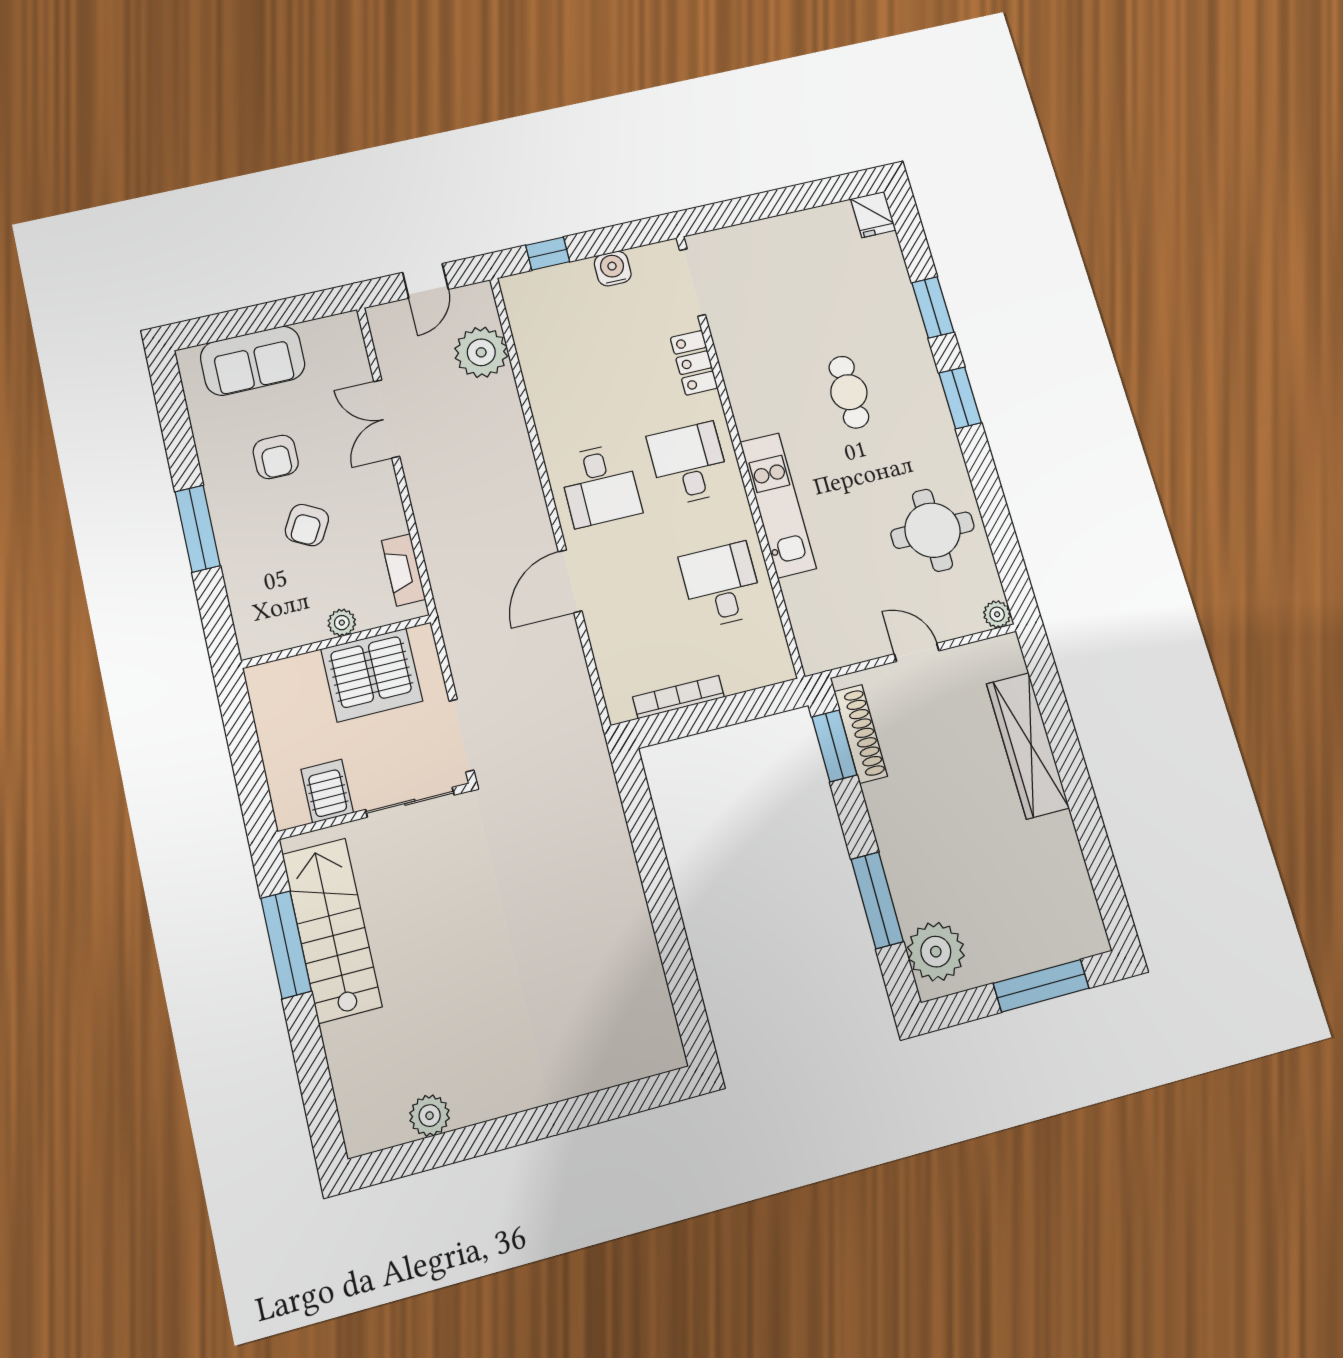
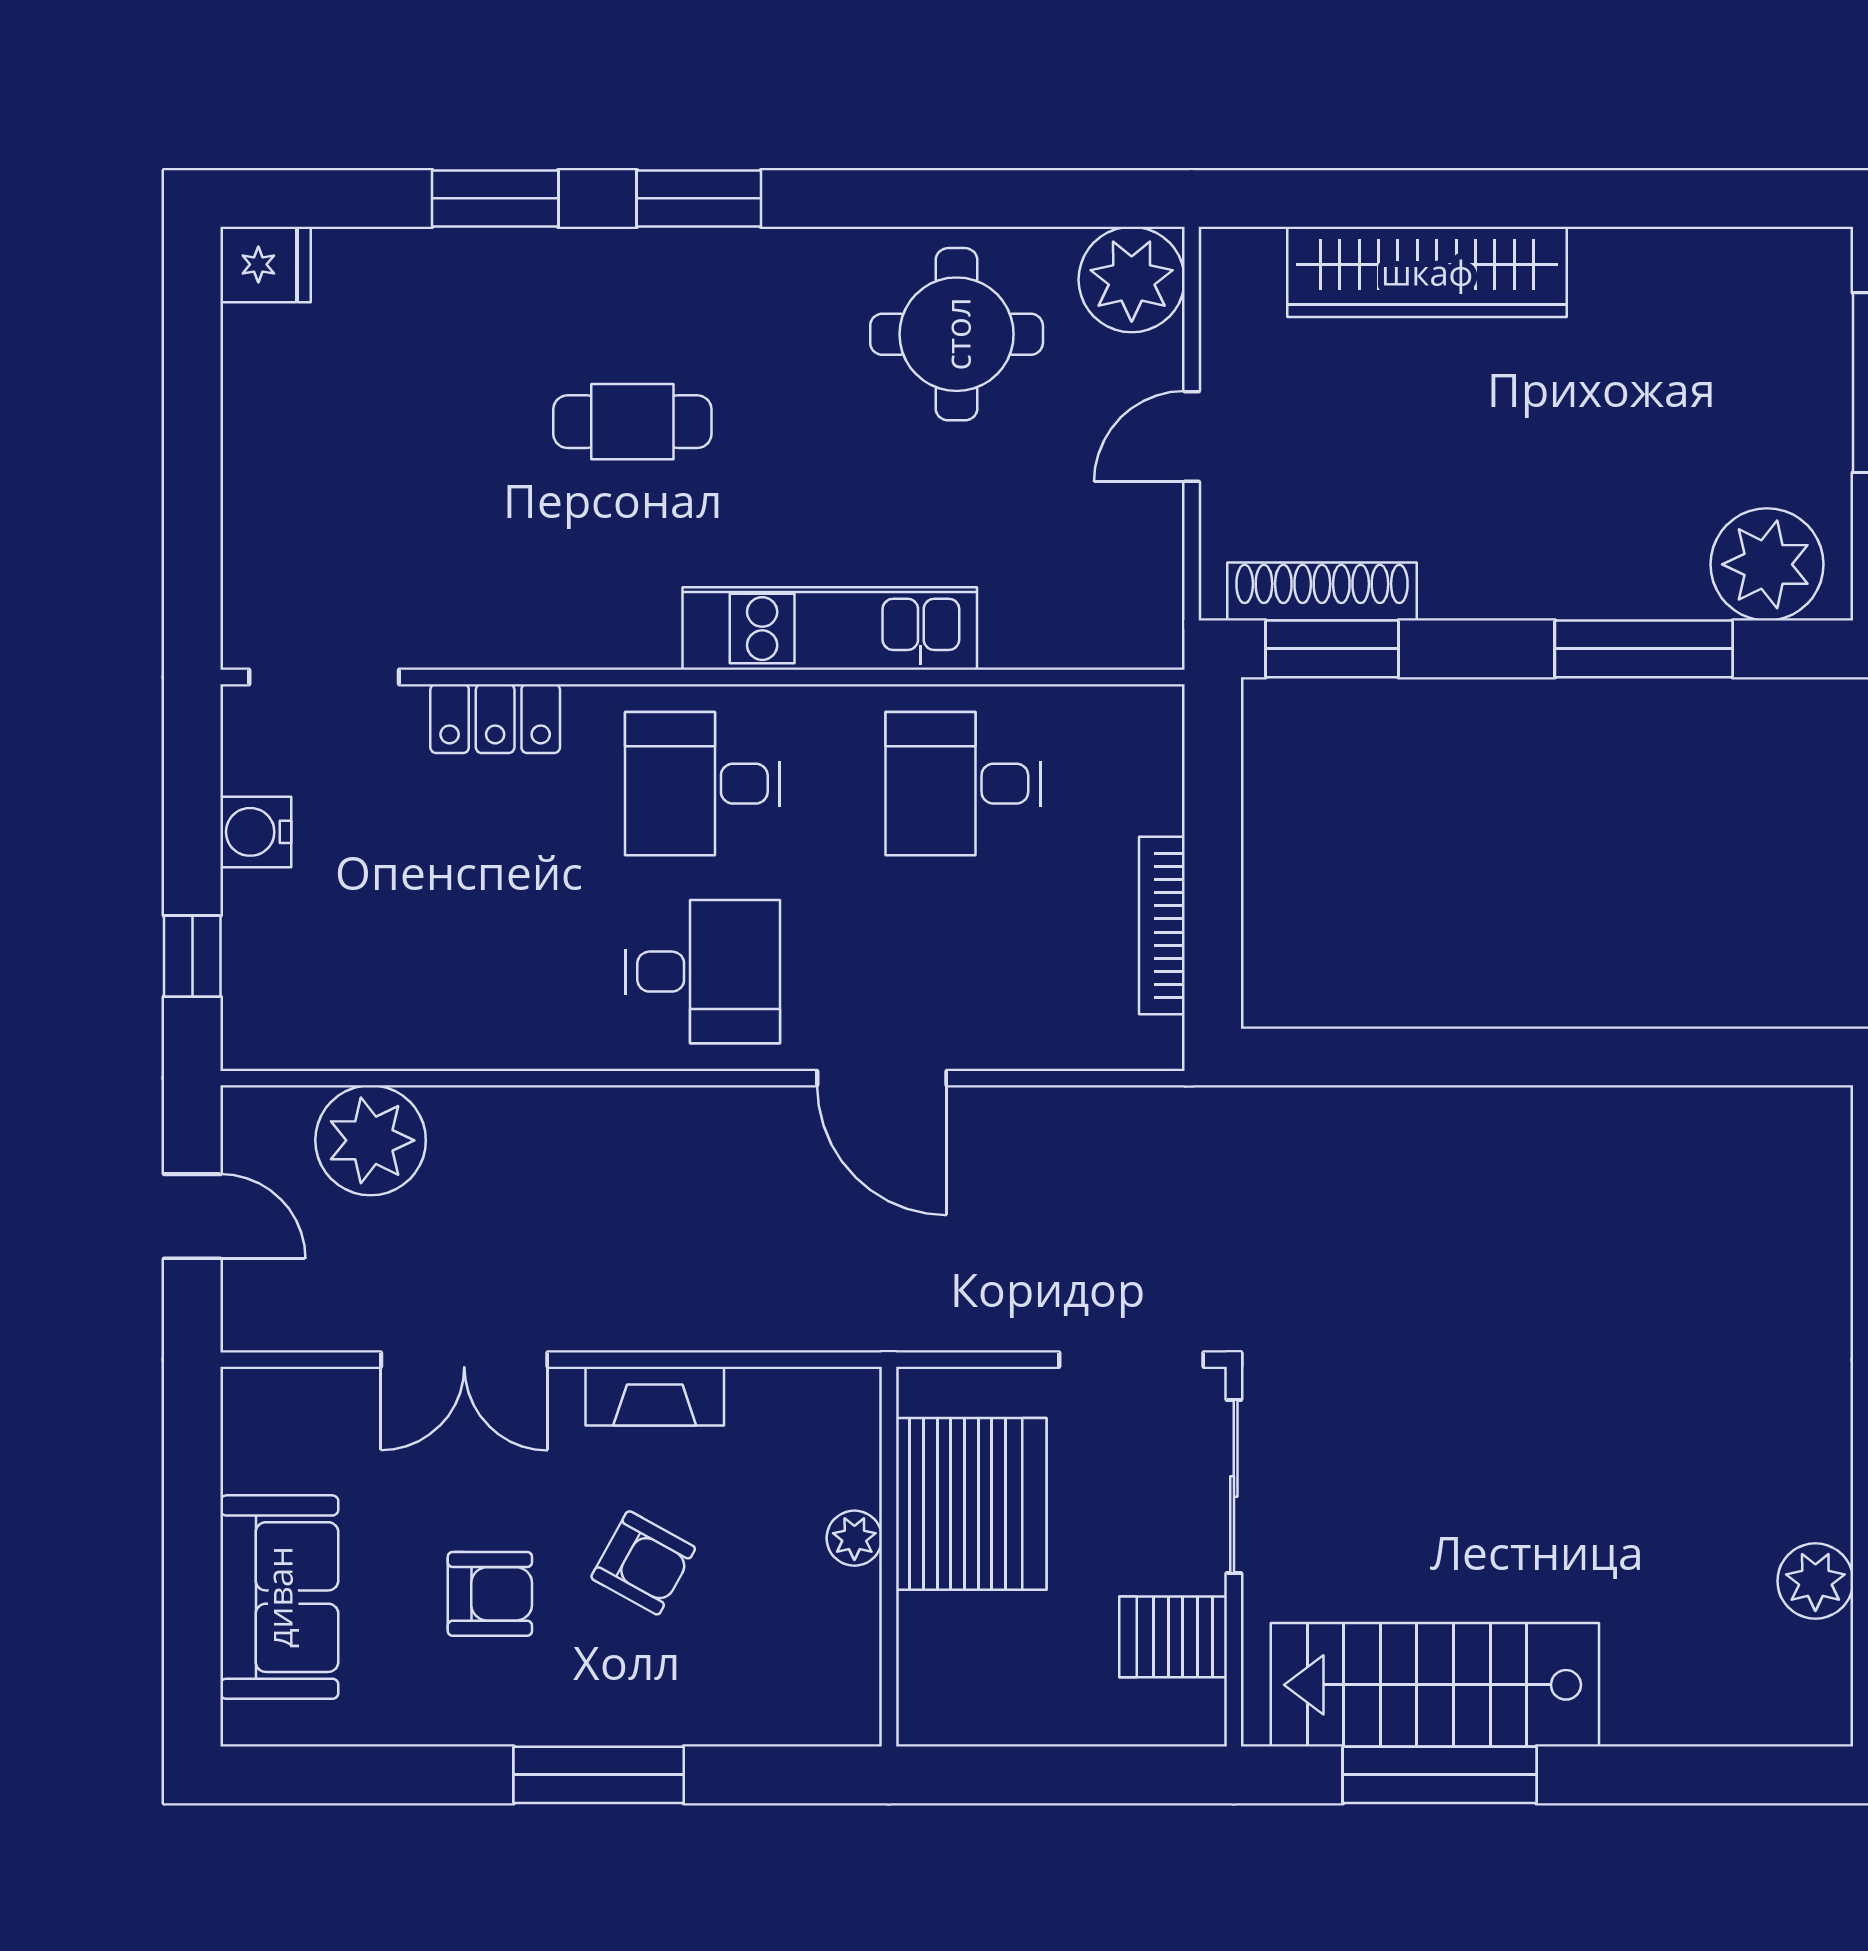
fireplace: (403, 570) -> (655, 1396), moved
plant: (997, 614) -> (1132, 280), width x1.87, depth x1.87

